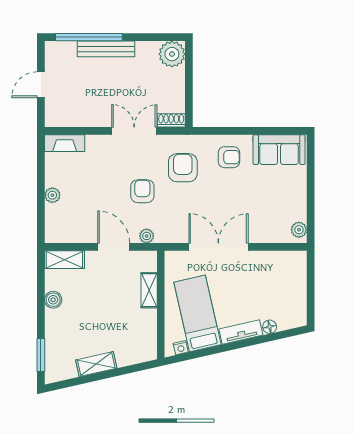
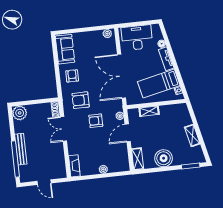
double door: (218, 247) -> (121, 76), width x1.36
desk: (285, 283) -> (137, 38), added
boiler: (53, 300) -> (164, 158), width x1.86, depth x1.86

